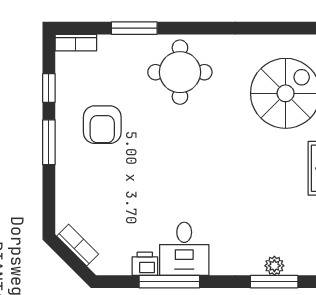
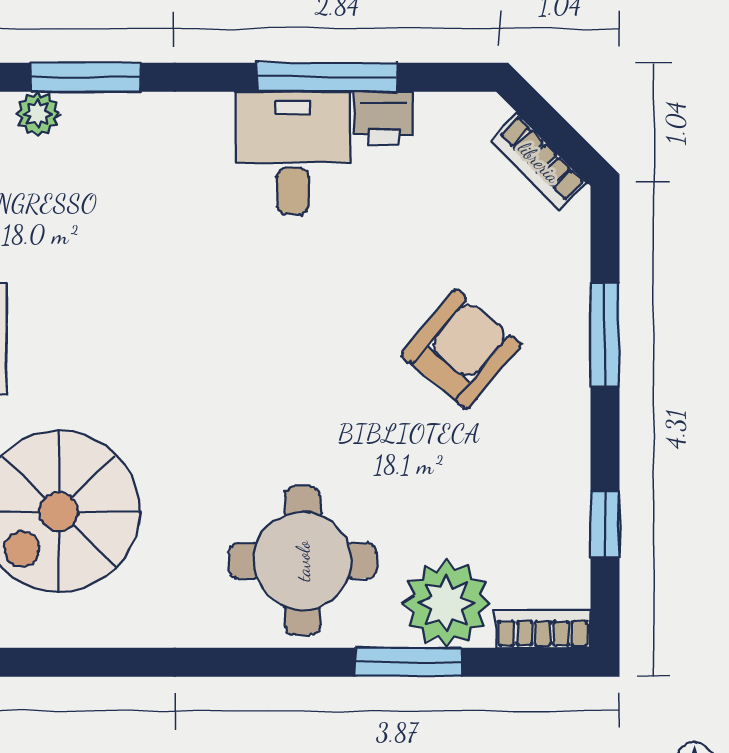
plant: (118, 53) -> (446, 604), added
armchair: (102, 125) -> (461, 350), moved, turned 40
window: (49, 142) -> (605, 335), moved
plant: (274, 266) -> (38, 114), moved

